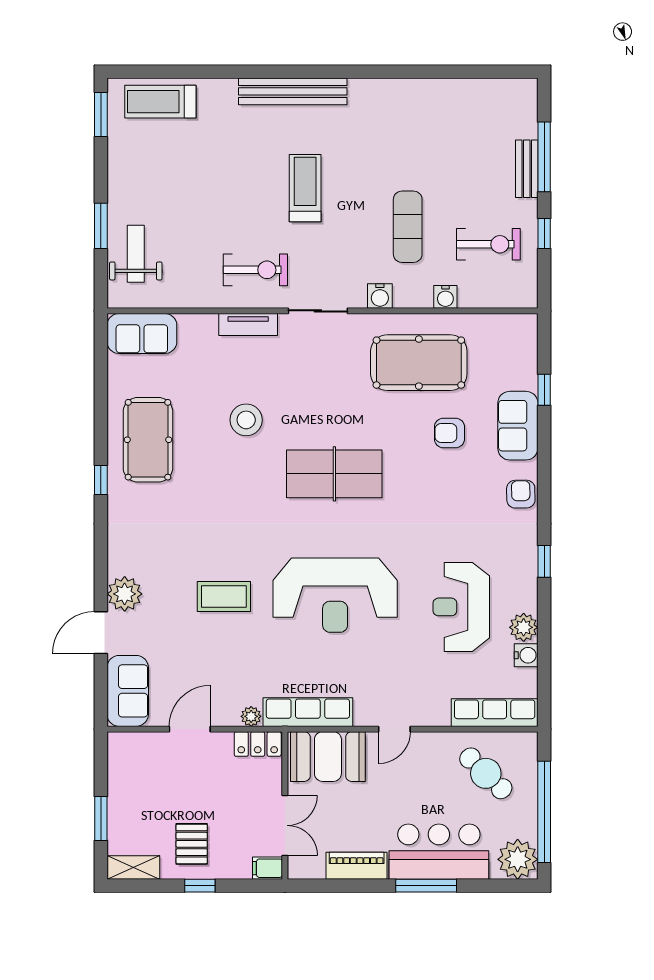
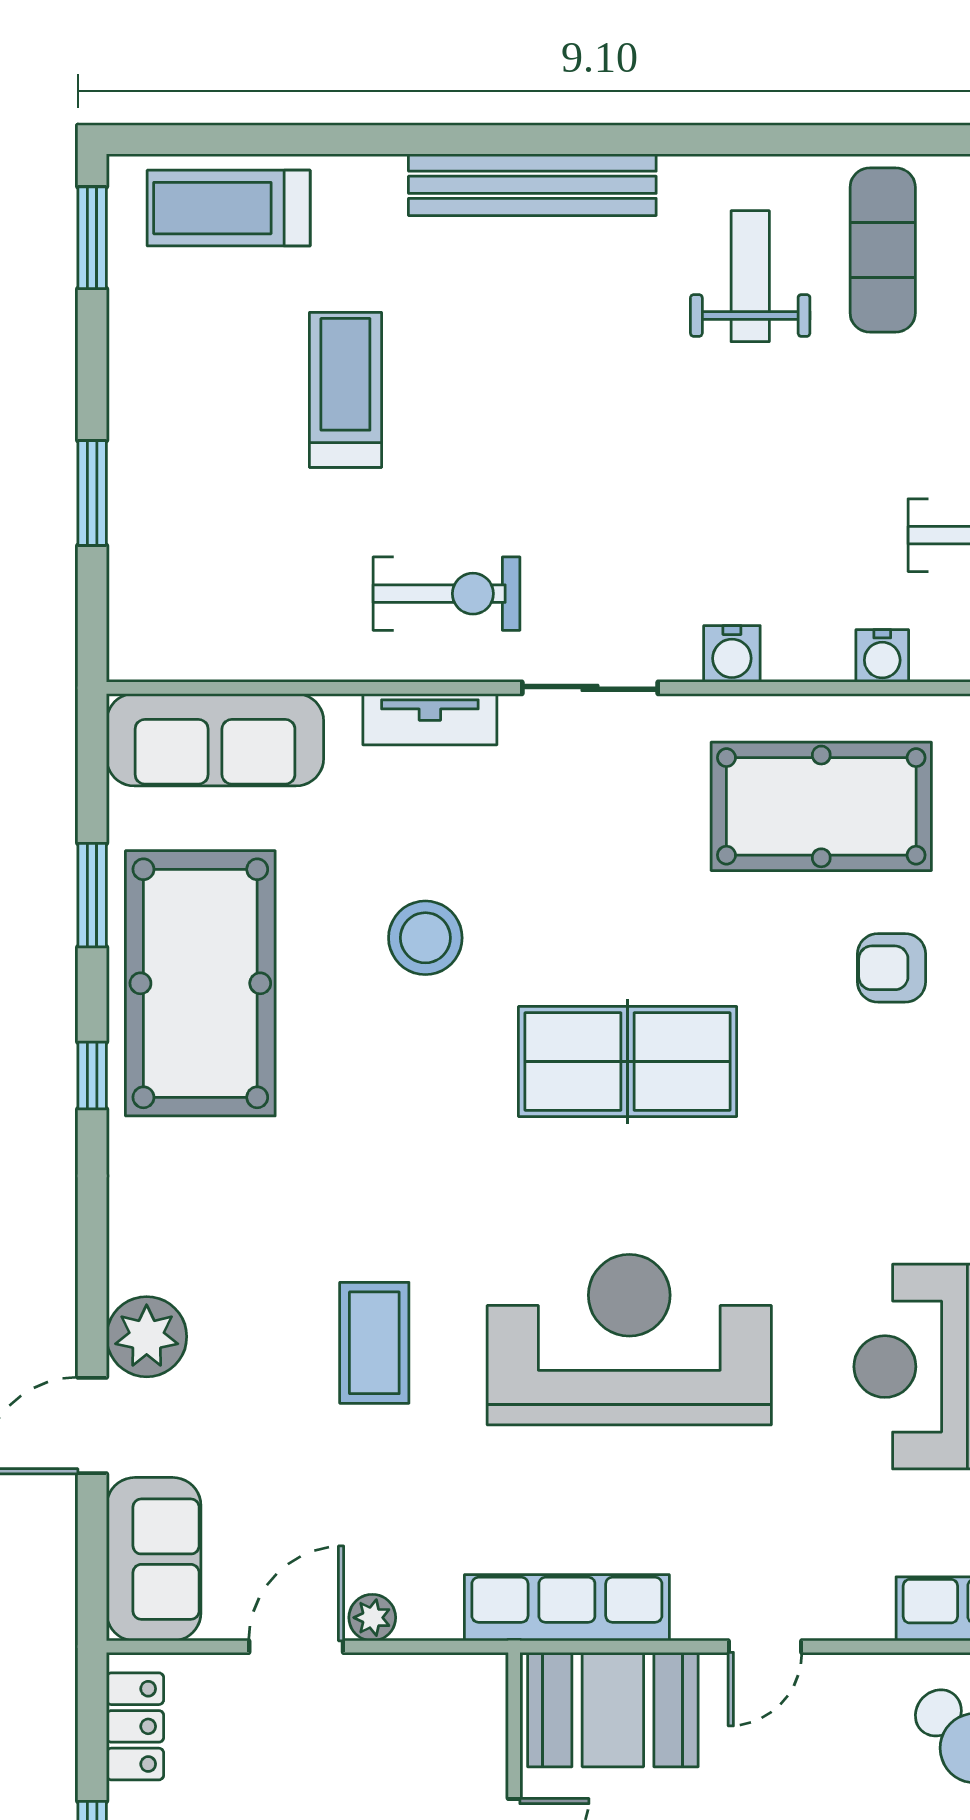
treadmill: (305, 188) -> (345, 390), moved
exercise mat: (408, 227) -> (883, 250), moved
weight bench: (136, 254) -> (750, 276), moved
sofa: (142, 334) -> (215, 740), width x1.36
window: (101, 401) -> (92, 895), added
pool table: (148, 440) -> (200, 983), width x1.36, depth x1.32
reception desk: (335, 595) -> (629, 1340), turned 180
coffee table: (224, 597) -> (374, 1343), turned 90
plant: (251, 716) -> (372, 1618), moved
locker: (258, 744) -> (135, 1726), moved, turned -90

